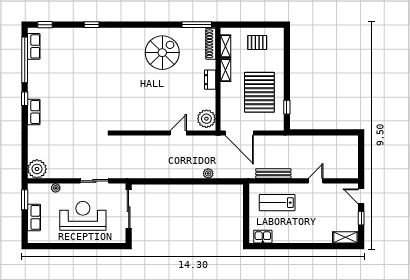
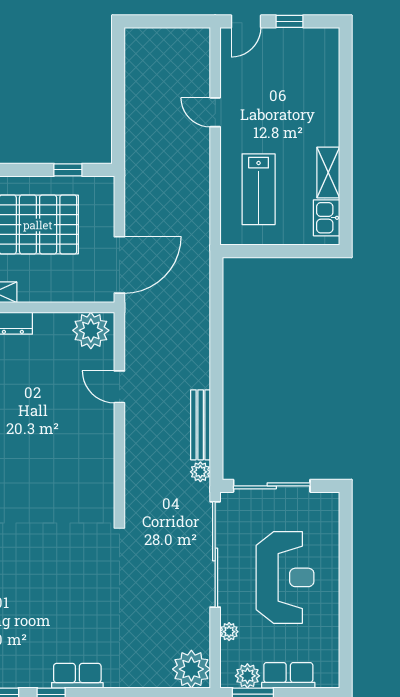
plant: (208, 173) -> (200, 472), moved
bench: (273, 174) -> (201, 425), moved
sliding door: (94, 181) -> (215, 554), width x1.86
plant: (34, 197) -> (247, 676), added
reception desk: (83, 216) -> (285, 577), turned 180
shelving: (345, 237) -> (328, 173), moved

